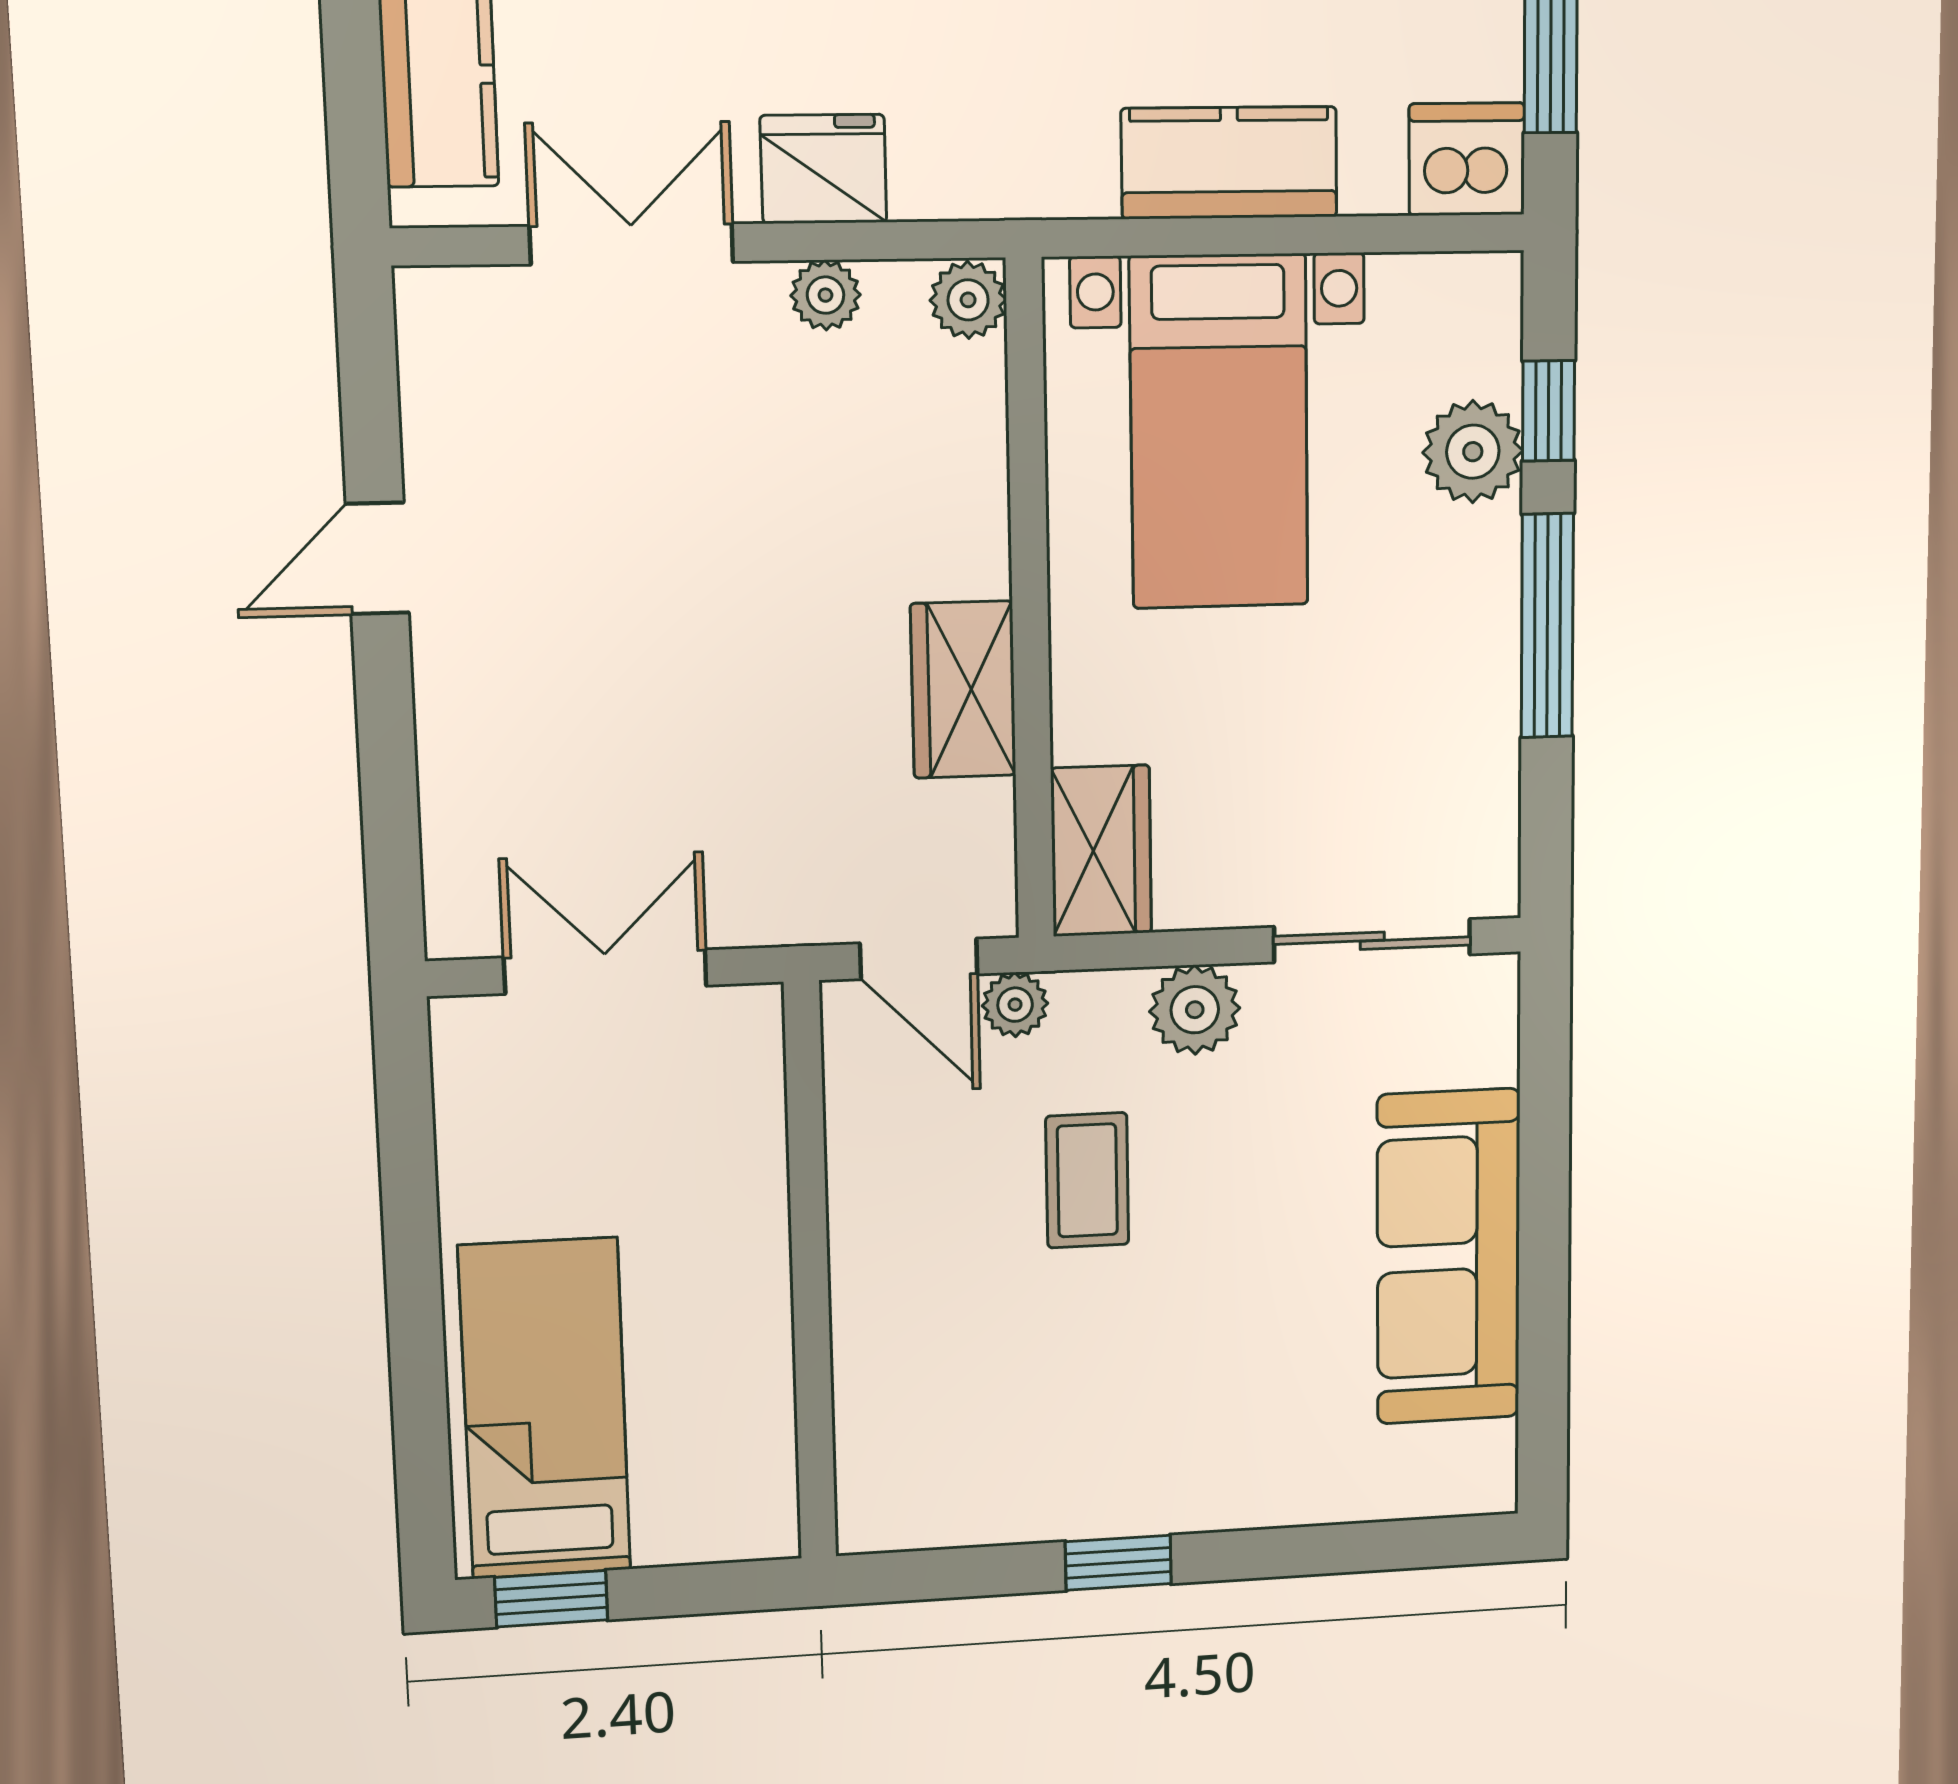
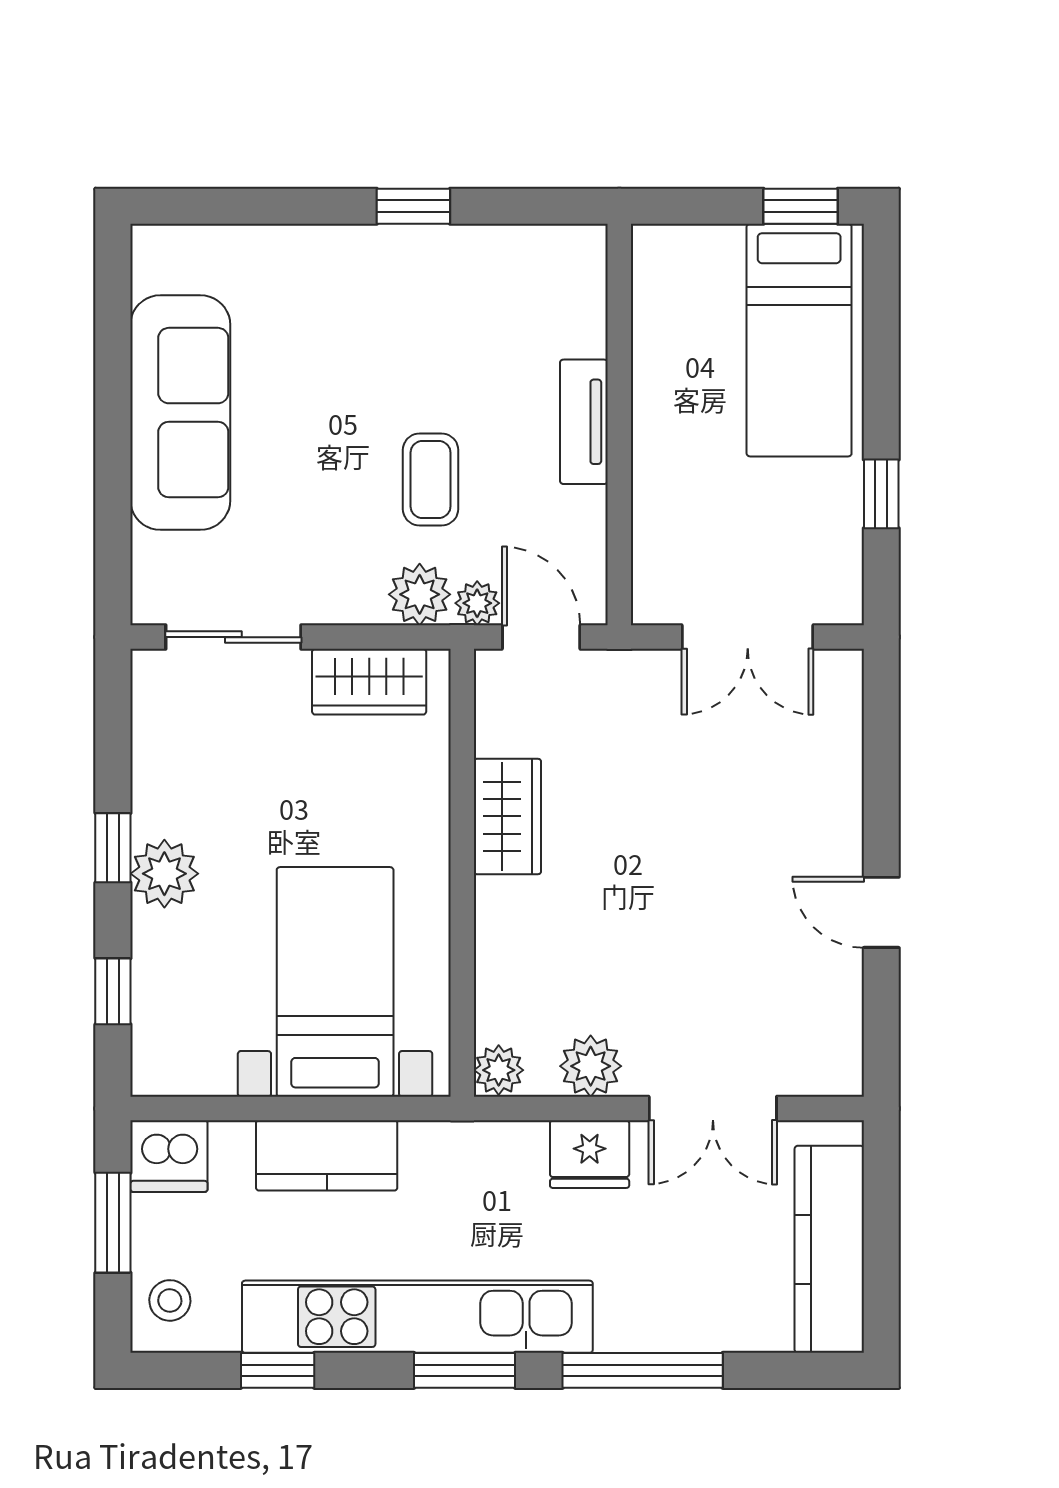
plant: (825, 295) -> (591, 1066), width x1.38, depth x1.38
plant: (1473, 452) -> (164, 874), moved
door: (377, 558) -> (881, 912), swing flipped
window: (1547, 626) -> (113, 848), width x0.46
wardrobe: (1101, 851) -> (369, 682), moved, turned -90
plant: (1195, 1010) -> (420, 594), moved
window: (409, 1192) -> (881, 494), added
tv unit: (863, 1274) -> (584, 422), added

